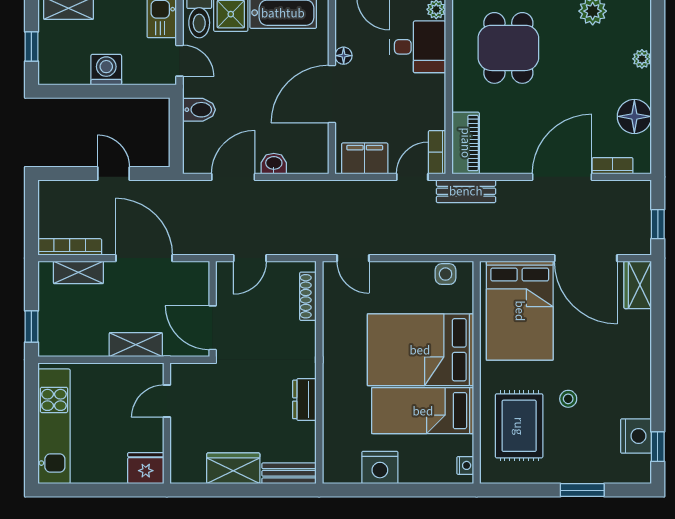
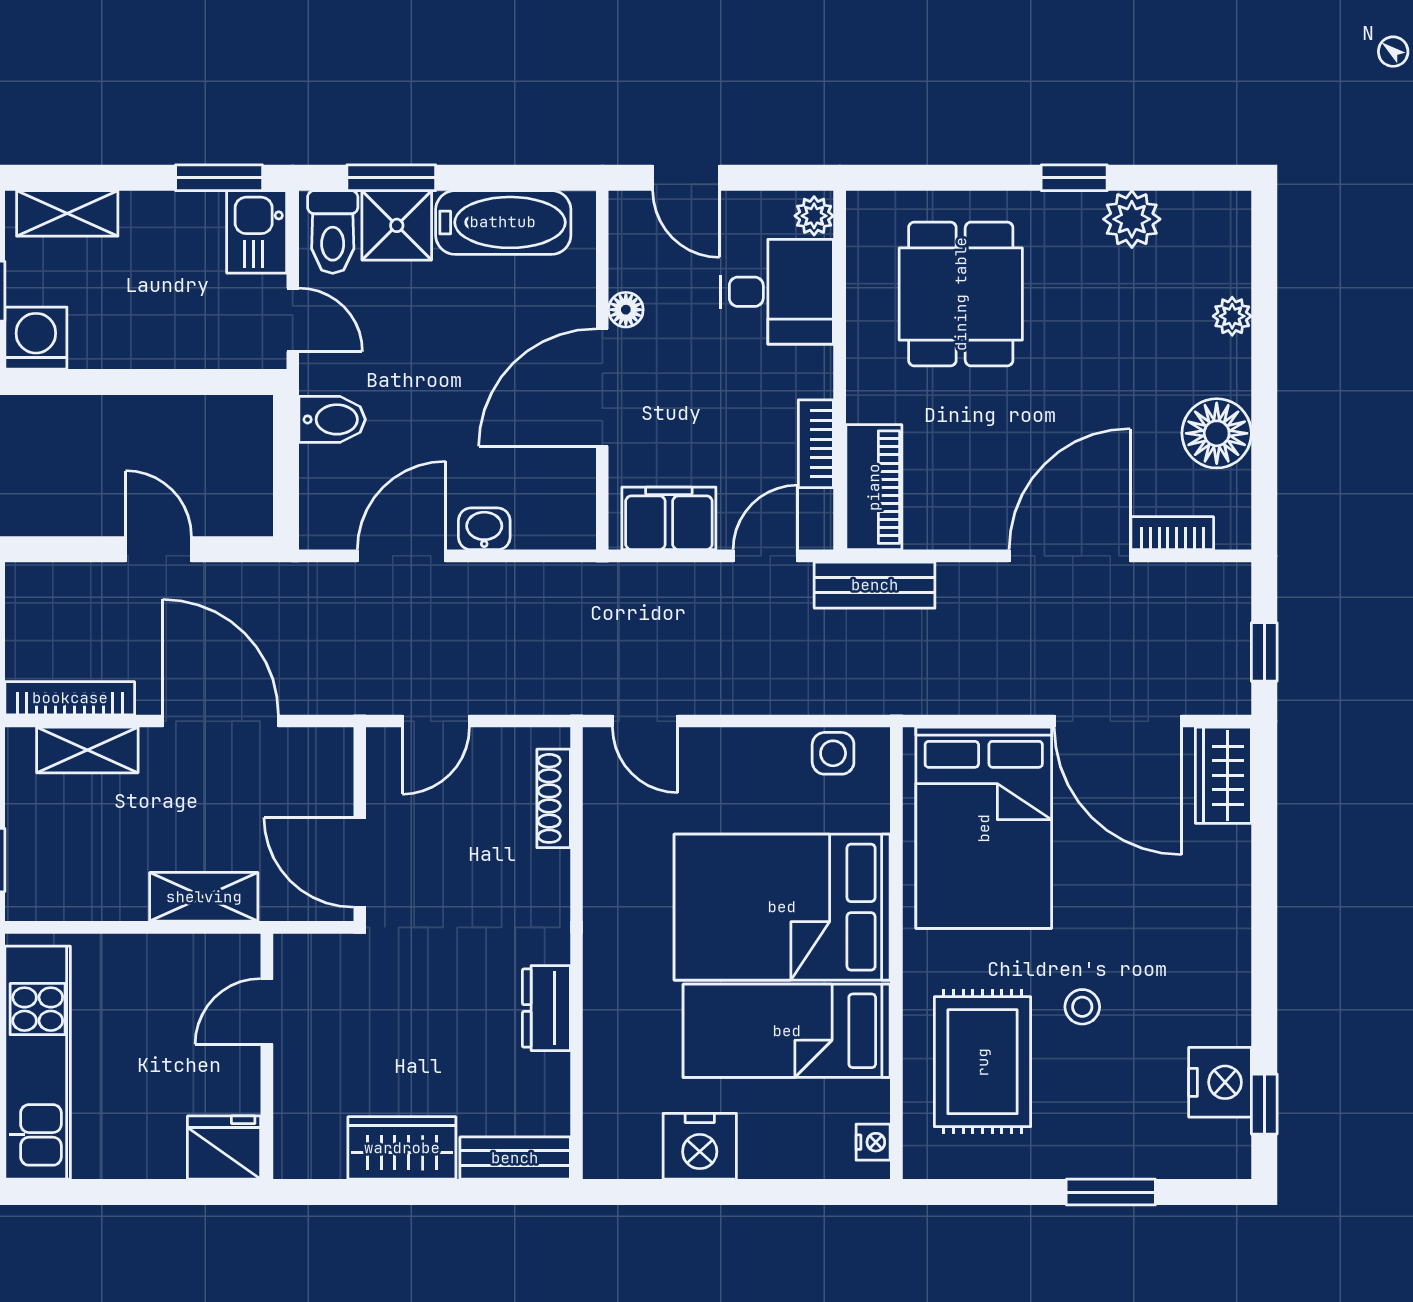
washing machine: (106, 70) -> (36, 338), moved
bookcase: (437, 152) -> (816, 444), moved

